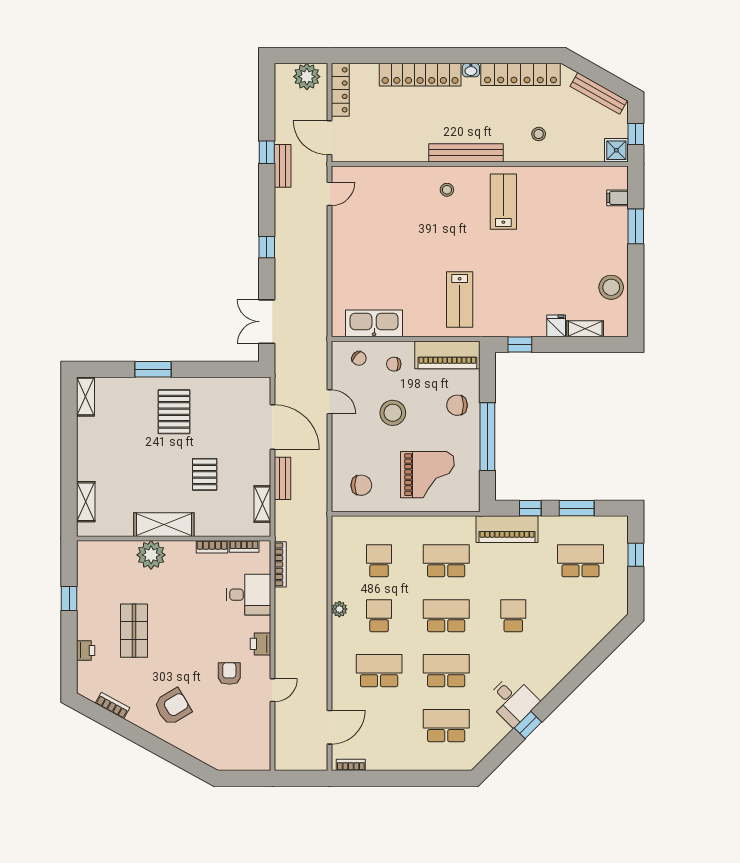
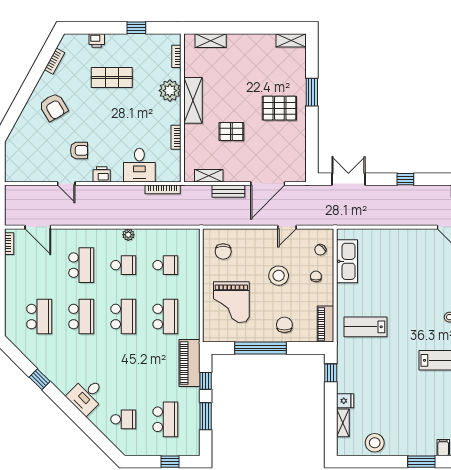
piano: (447, 355) -> (326, 324), width x0.73, depth x0.75
bookcase: (244, 546) -> (176, 56), moved
school desk: (513, 616) -> (123, 419), moved
desk: (512, 700) -> (87, 395), moved

